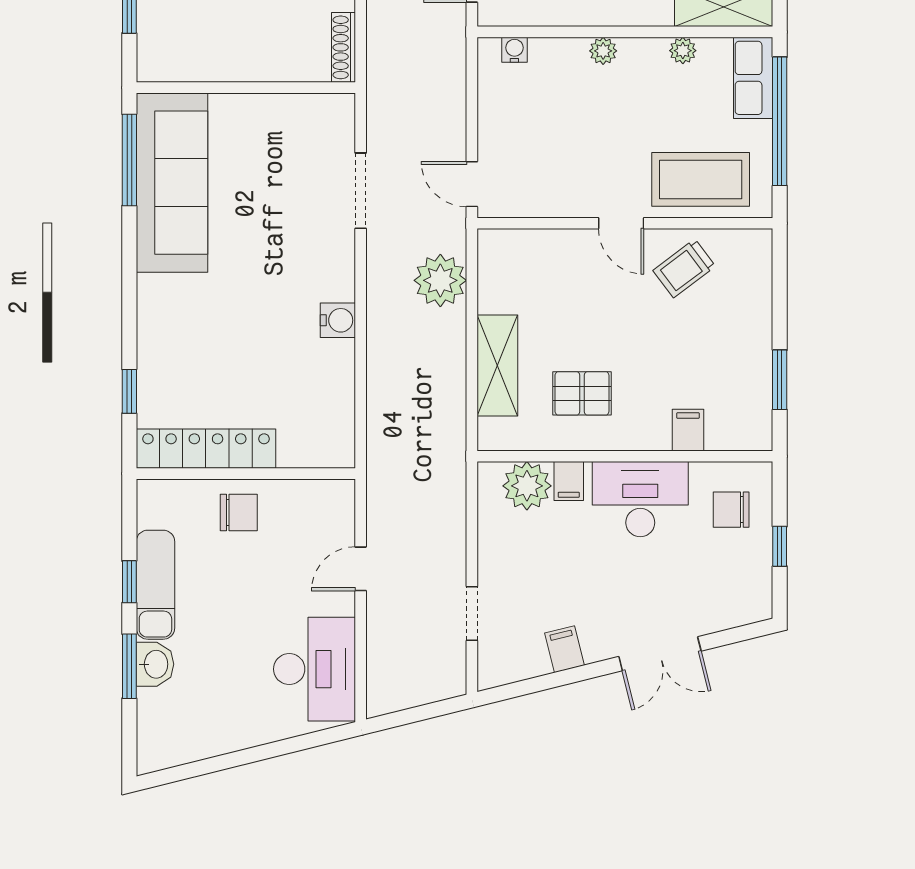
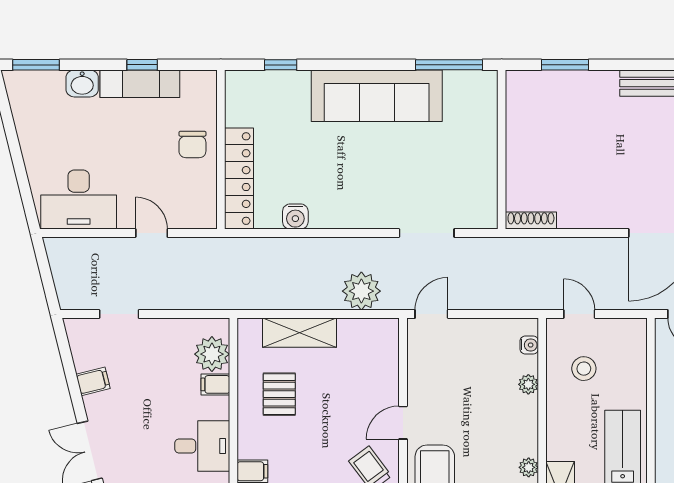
plant: (603, 51) -> (528, 384), moved
sofa: (172, 183) -> (377, 96), moved
water cooler: (338, 320) -> (295, 217), moved
locker: (206, 449) -> (239, 179), moved
desk: (640, 499) -> (202, 446), width x0.73
window: (129, 666) -> (36, 65), moved

